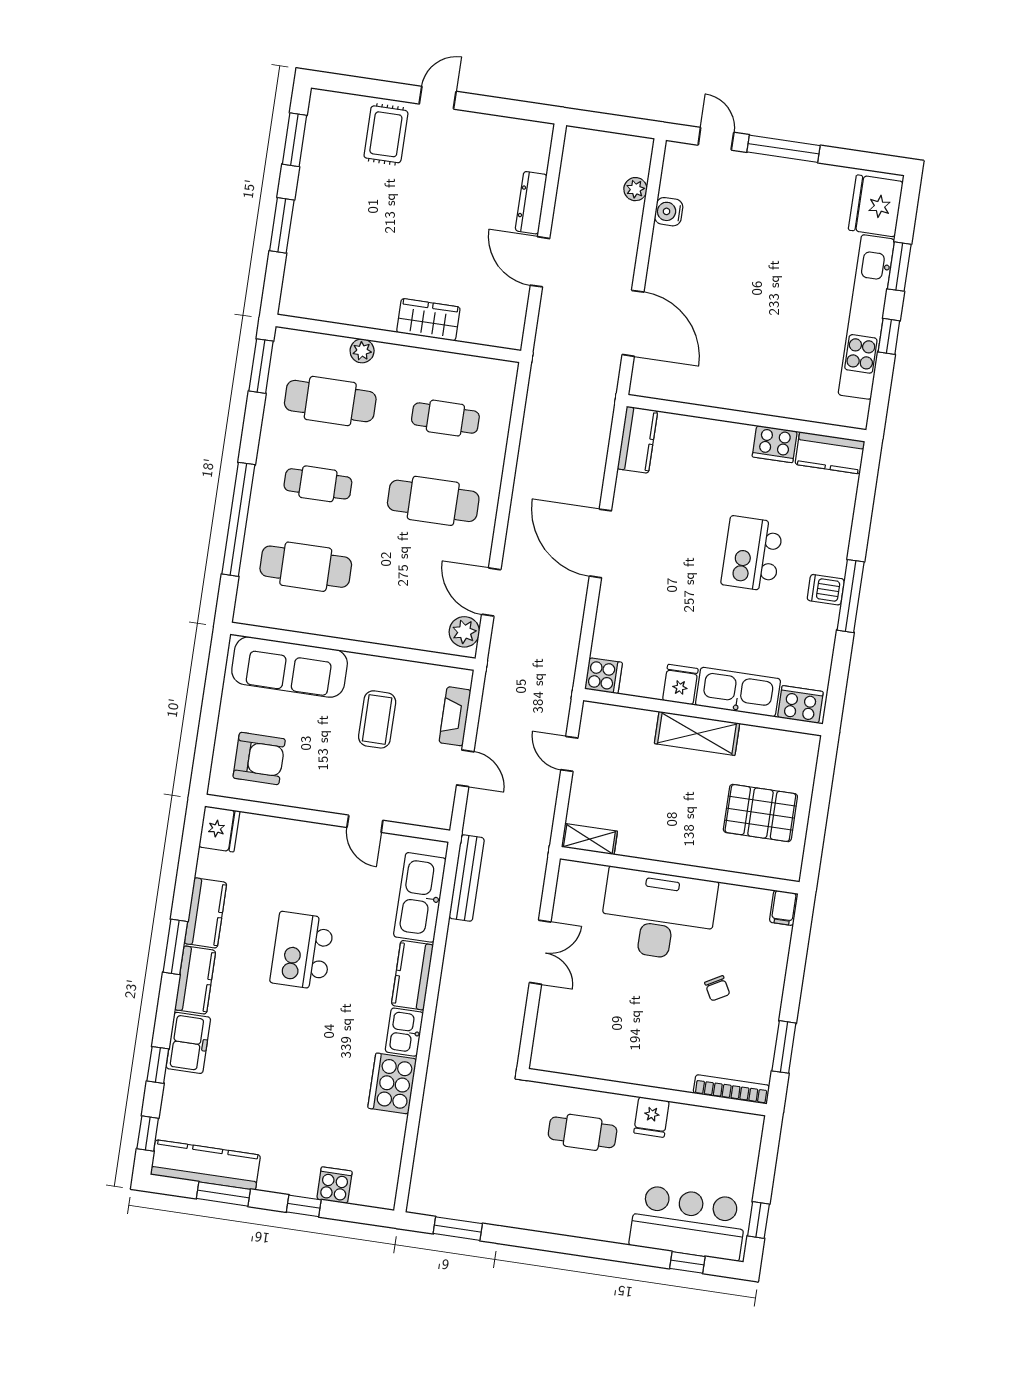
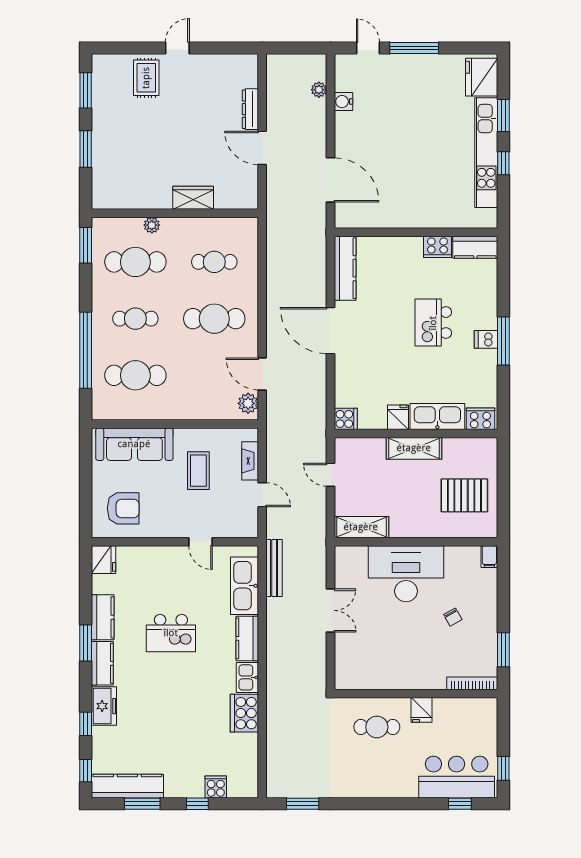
kitchen counter: (637, 440) -> (345, 268), width x1.50
shelving: (589, 839) -> (361, 527), width x1.50, depth x1.33
kitchen island: (302, 951) -> (171, 633), turned -90

